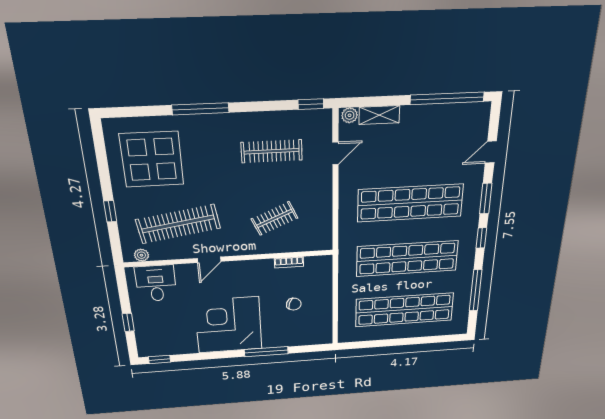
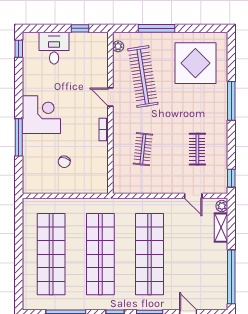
clothes rail: (272, 151) -> (197, 149), width x0.73
window: (110, 211) -> (156, 28), width x2.17
clothes rail: (275, 218) -> (143, 149), turned 30
bookcase: (289, 262) -> (104, 130), moved
desk: (156, 283) -> (54, 48), moved, turned -90
window: (128, 322) -> (80, 28), moved
corner desk: (229, 325) -> (41, 115), width x0.74, depth x0.74

